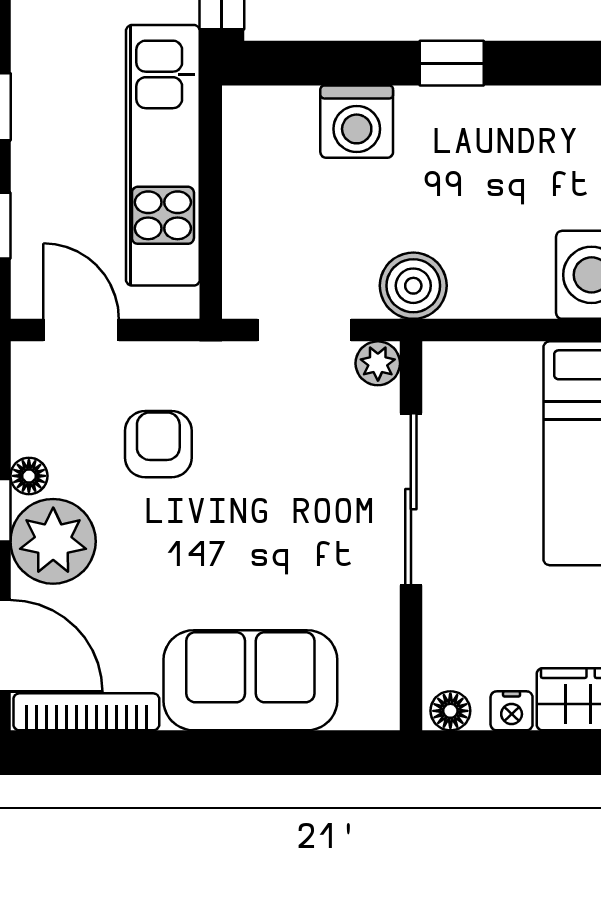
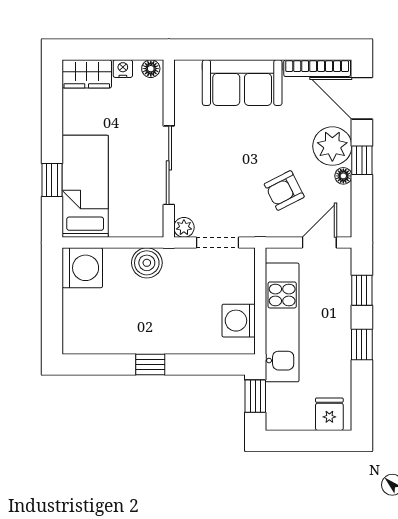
washing machine: (357, 122) -> (239, 321), moved, turned -90
boiler: (413, 286) -> (147, 263), moved
door: (81, 330) -> (319, 243), swing flipped
armchair: (158, 444) -> (284, 190), turned 63

